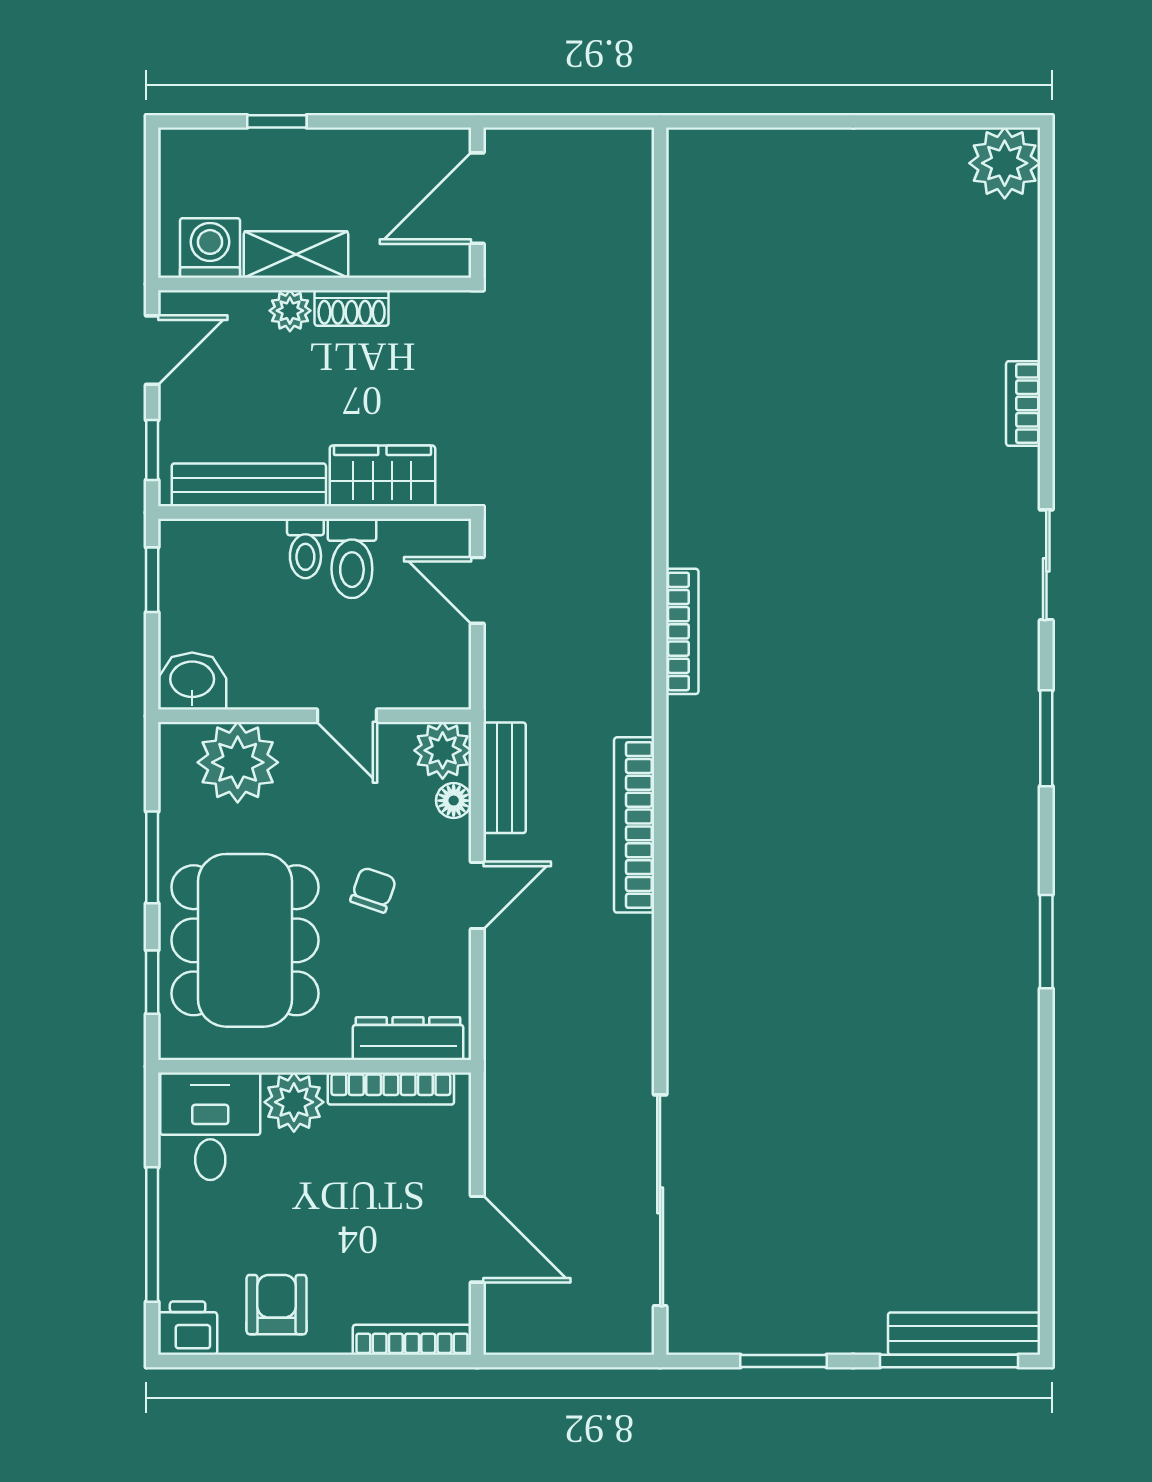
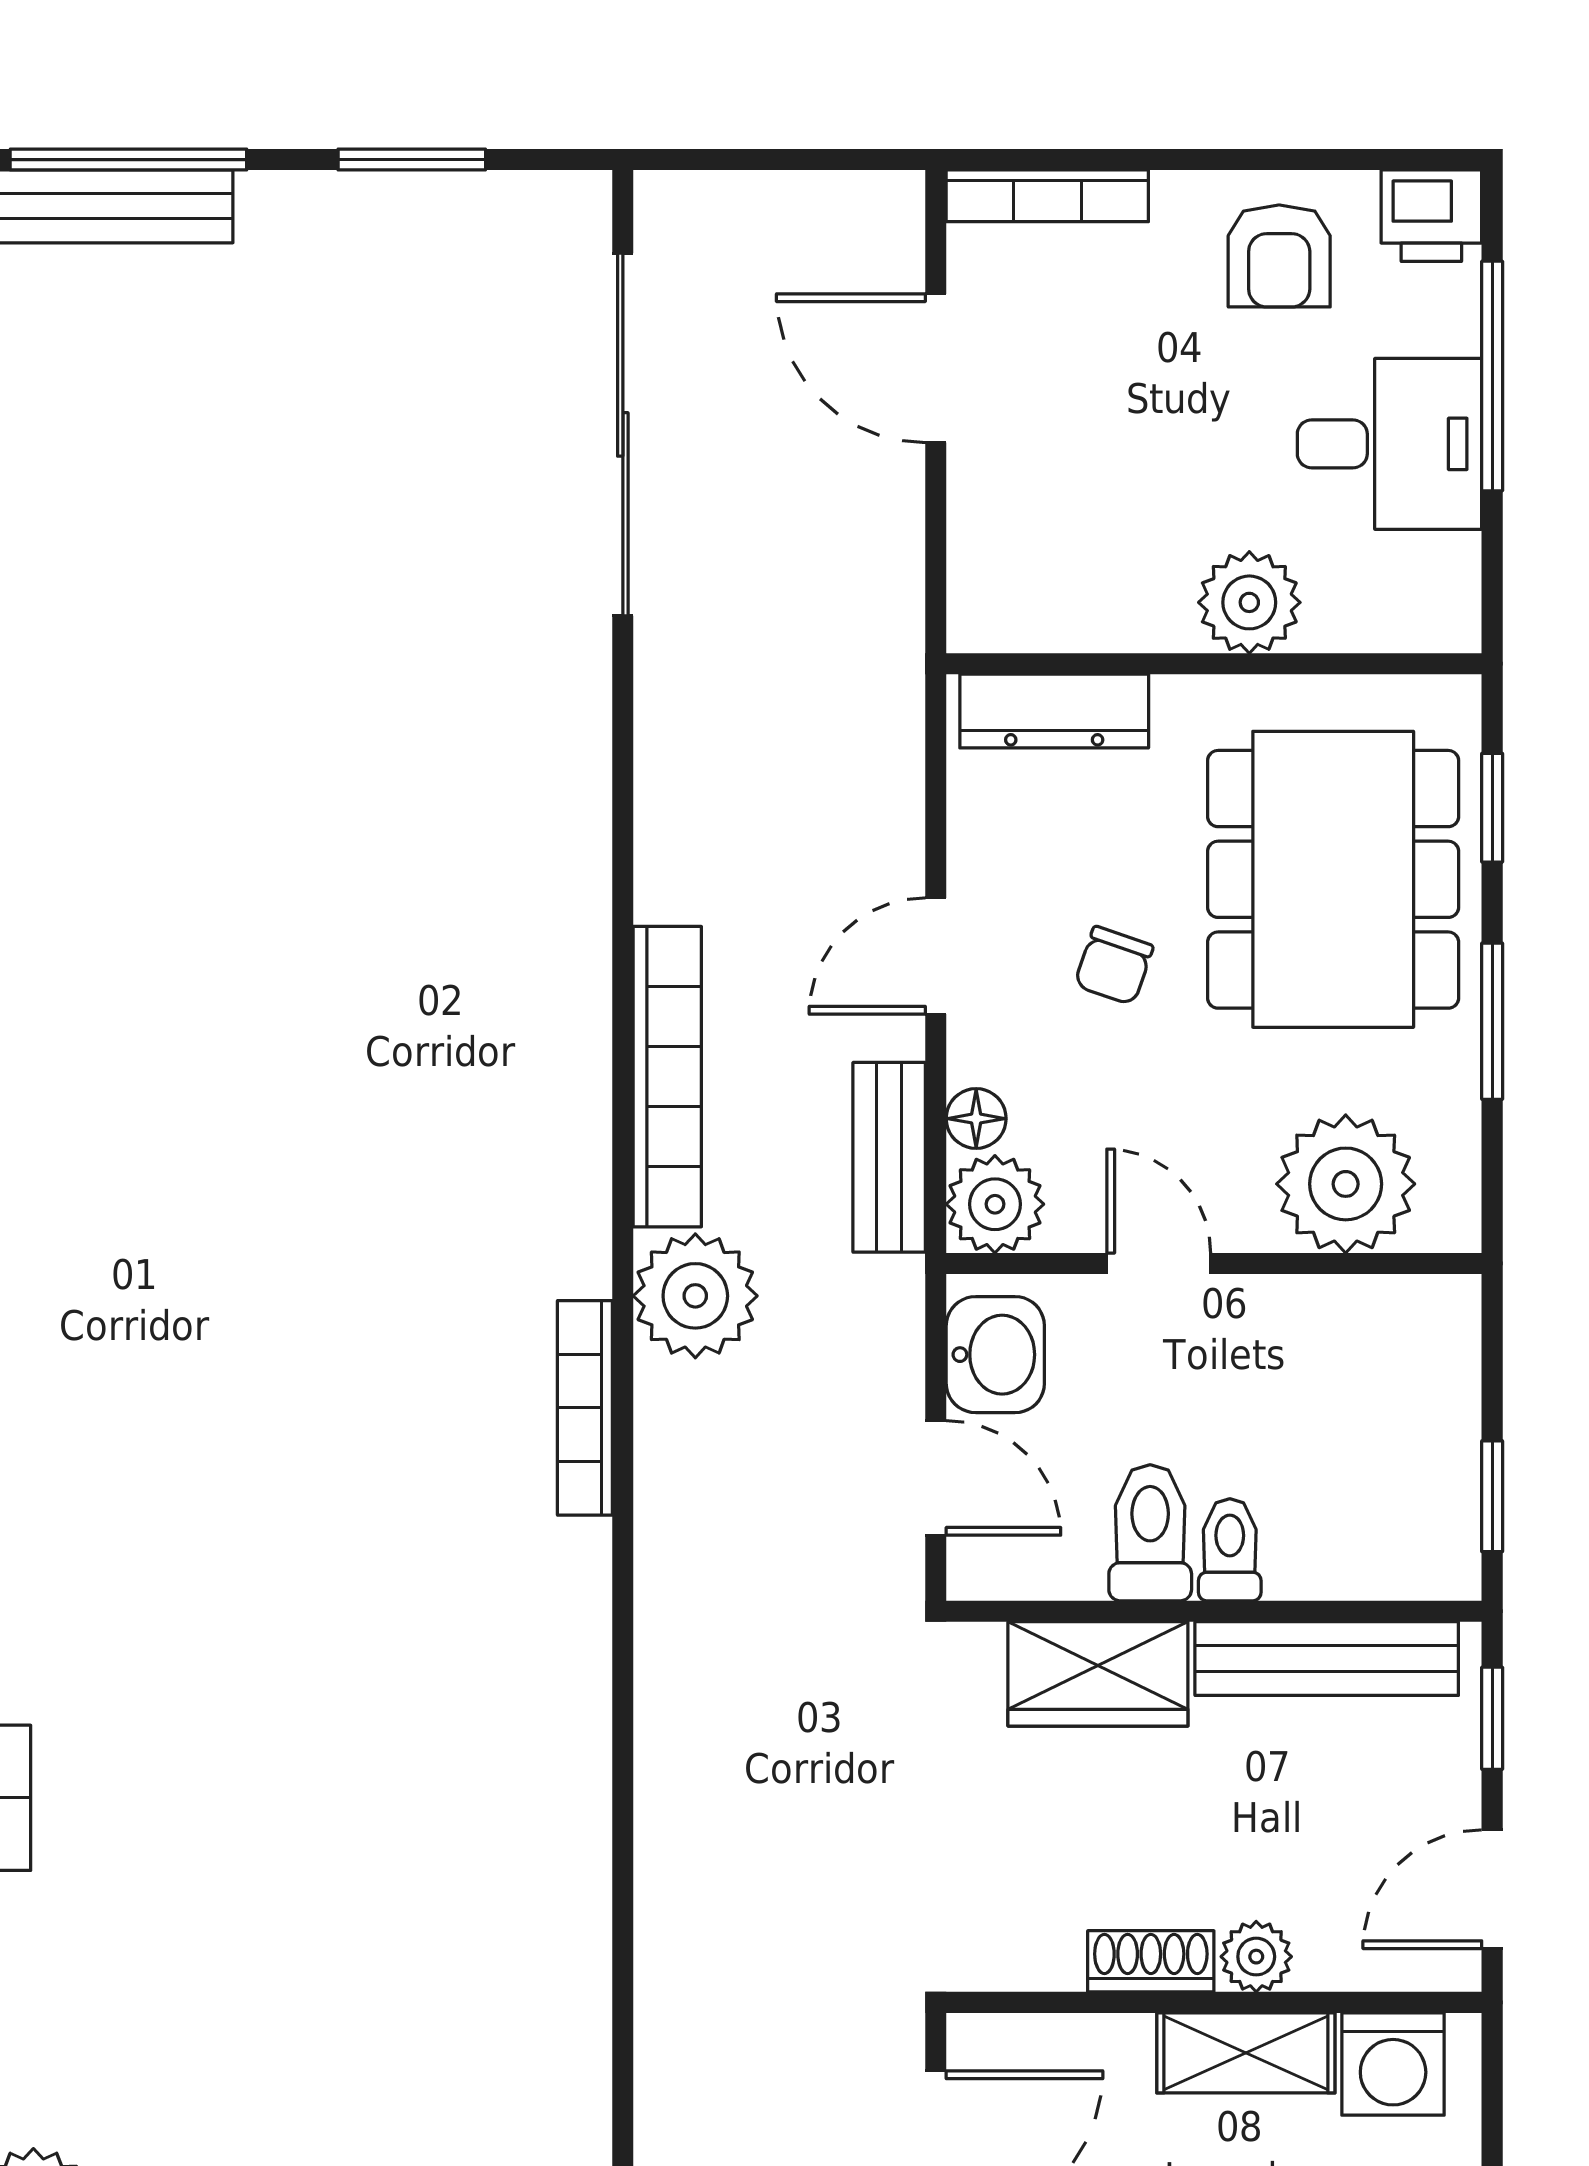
washbasin: (192, 681) -> (995, 1355), moved, turned -90
plant: (618, 697) -> (695, 1296), added
bookcase: (391, 1089) -> (1084, 626), removed
desk: (210, 1126) -> (1389, 444), moved, turned -90

